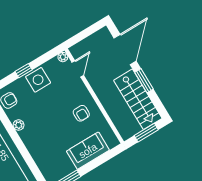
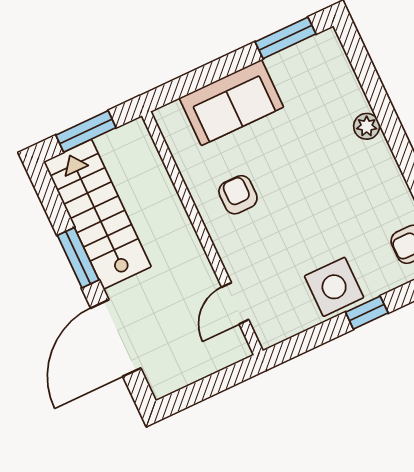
plant: (63, 57) -> (268, 336), removed
plant: (19, 125) -> (367, 126), moved

